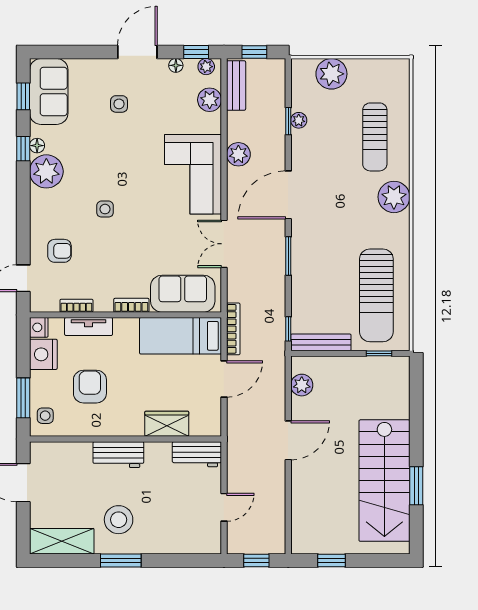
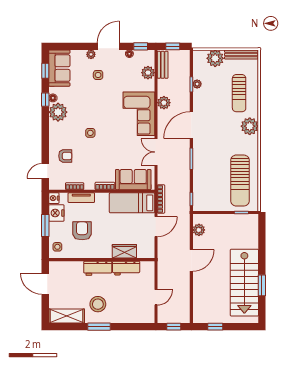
plant: (206, 67) -> (91, 54), moved
bench: (321, 342) -> (241, 54), moved
window: (23, 398) -> (45, 225), moved
workbench: (197, 454) -> (126, 268), moved

